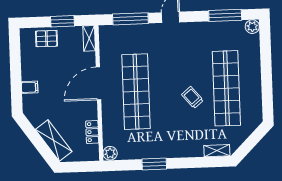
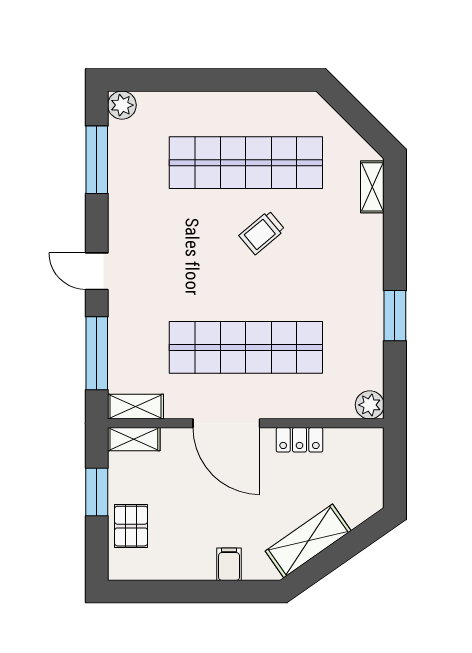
shelving: (105, 39) -> (136, 407), added
locker: (92, 132) -> (300, 440), moved
shelving: (54, 140) -> (308, 541), moved

